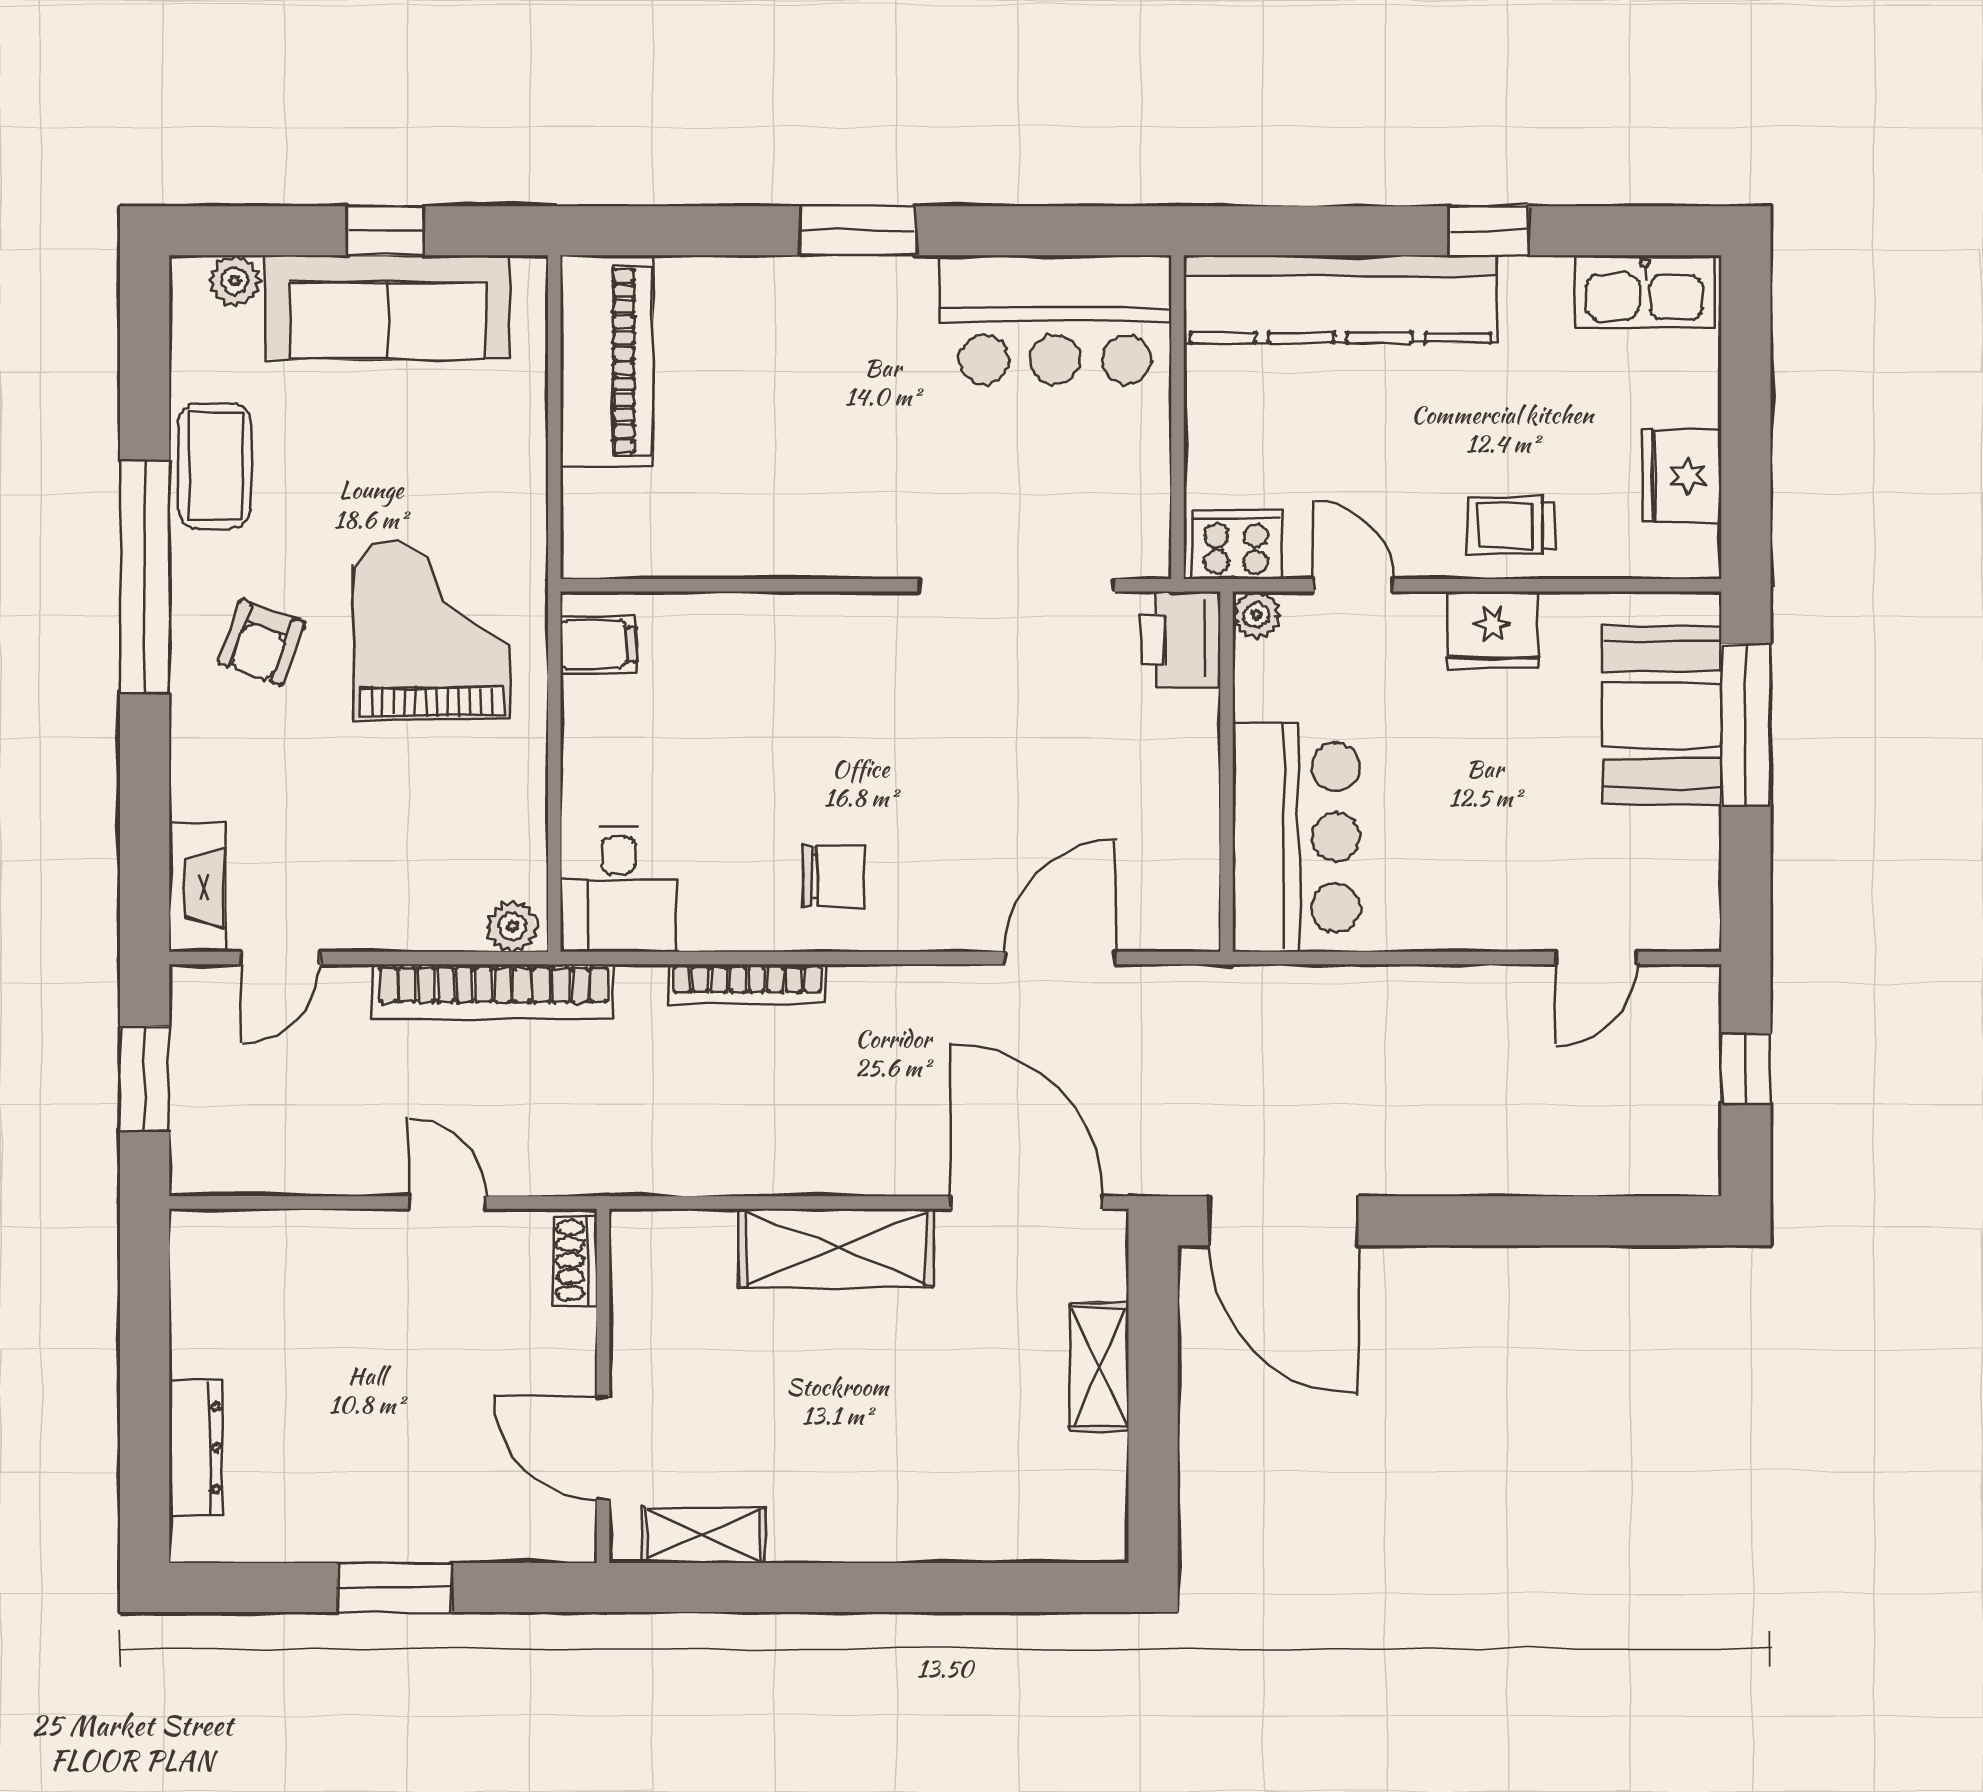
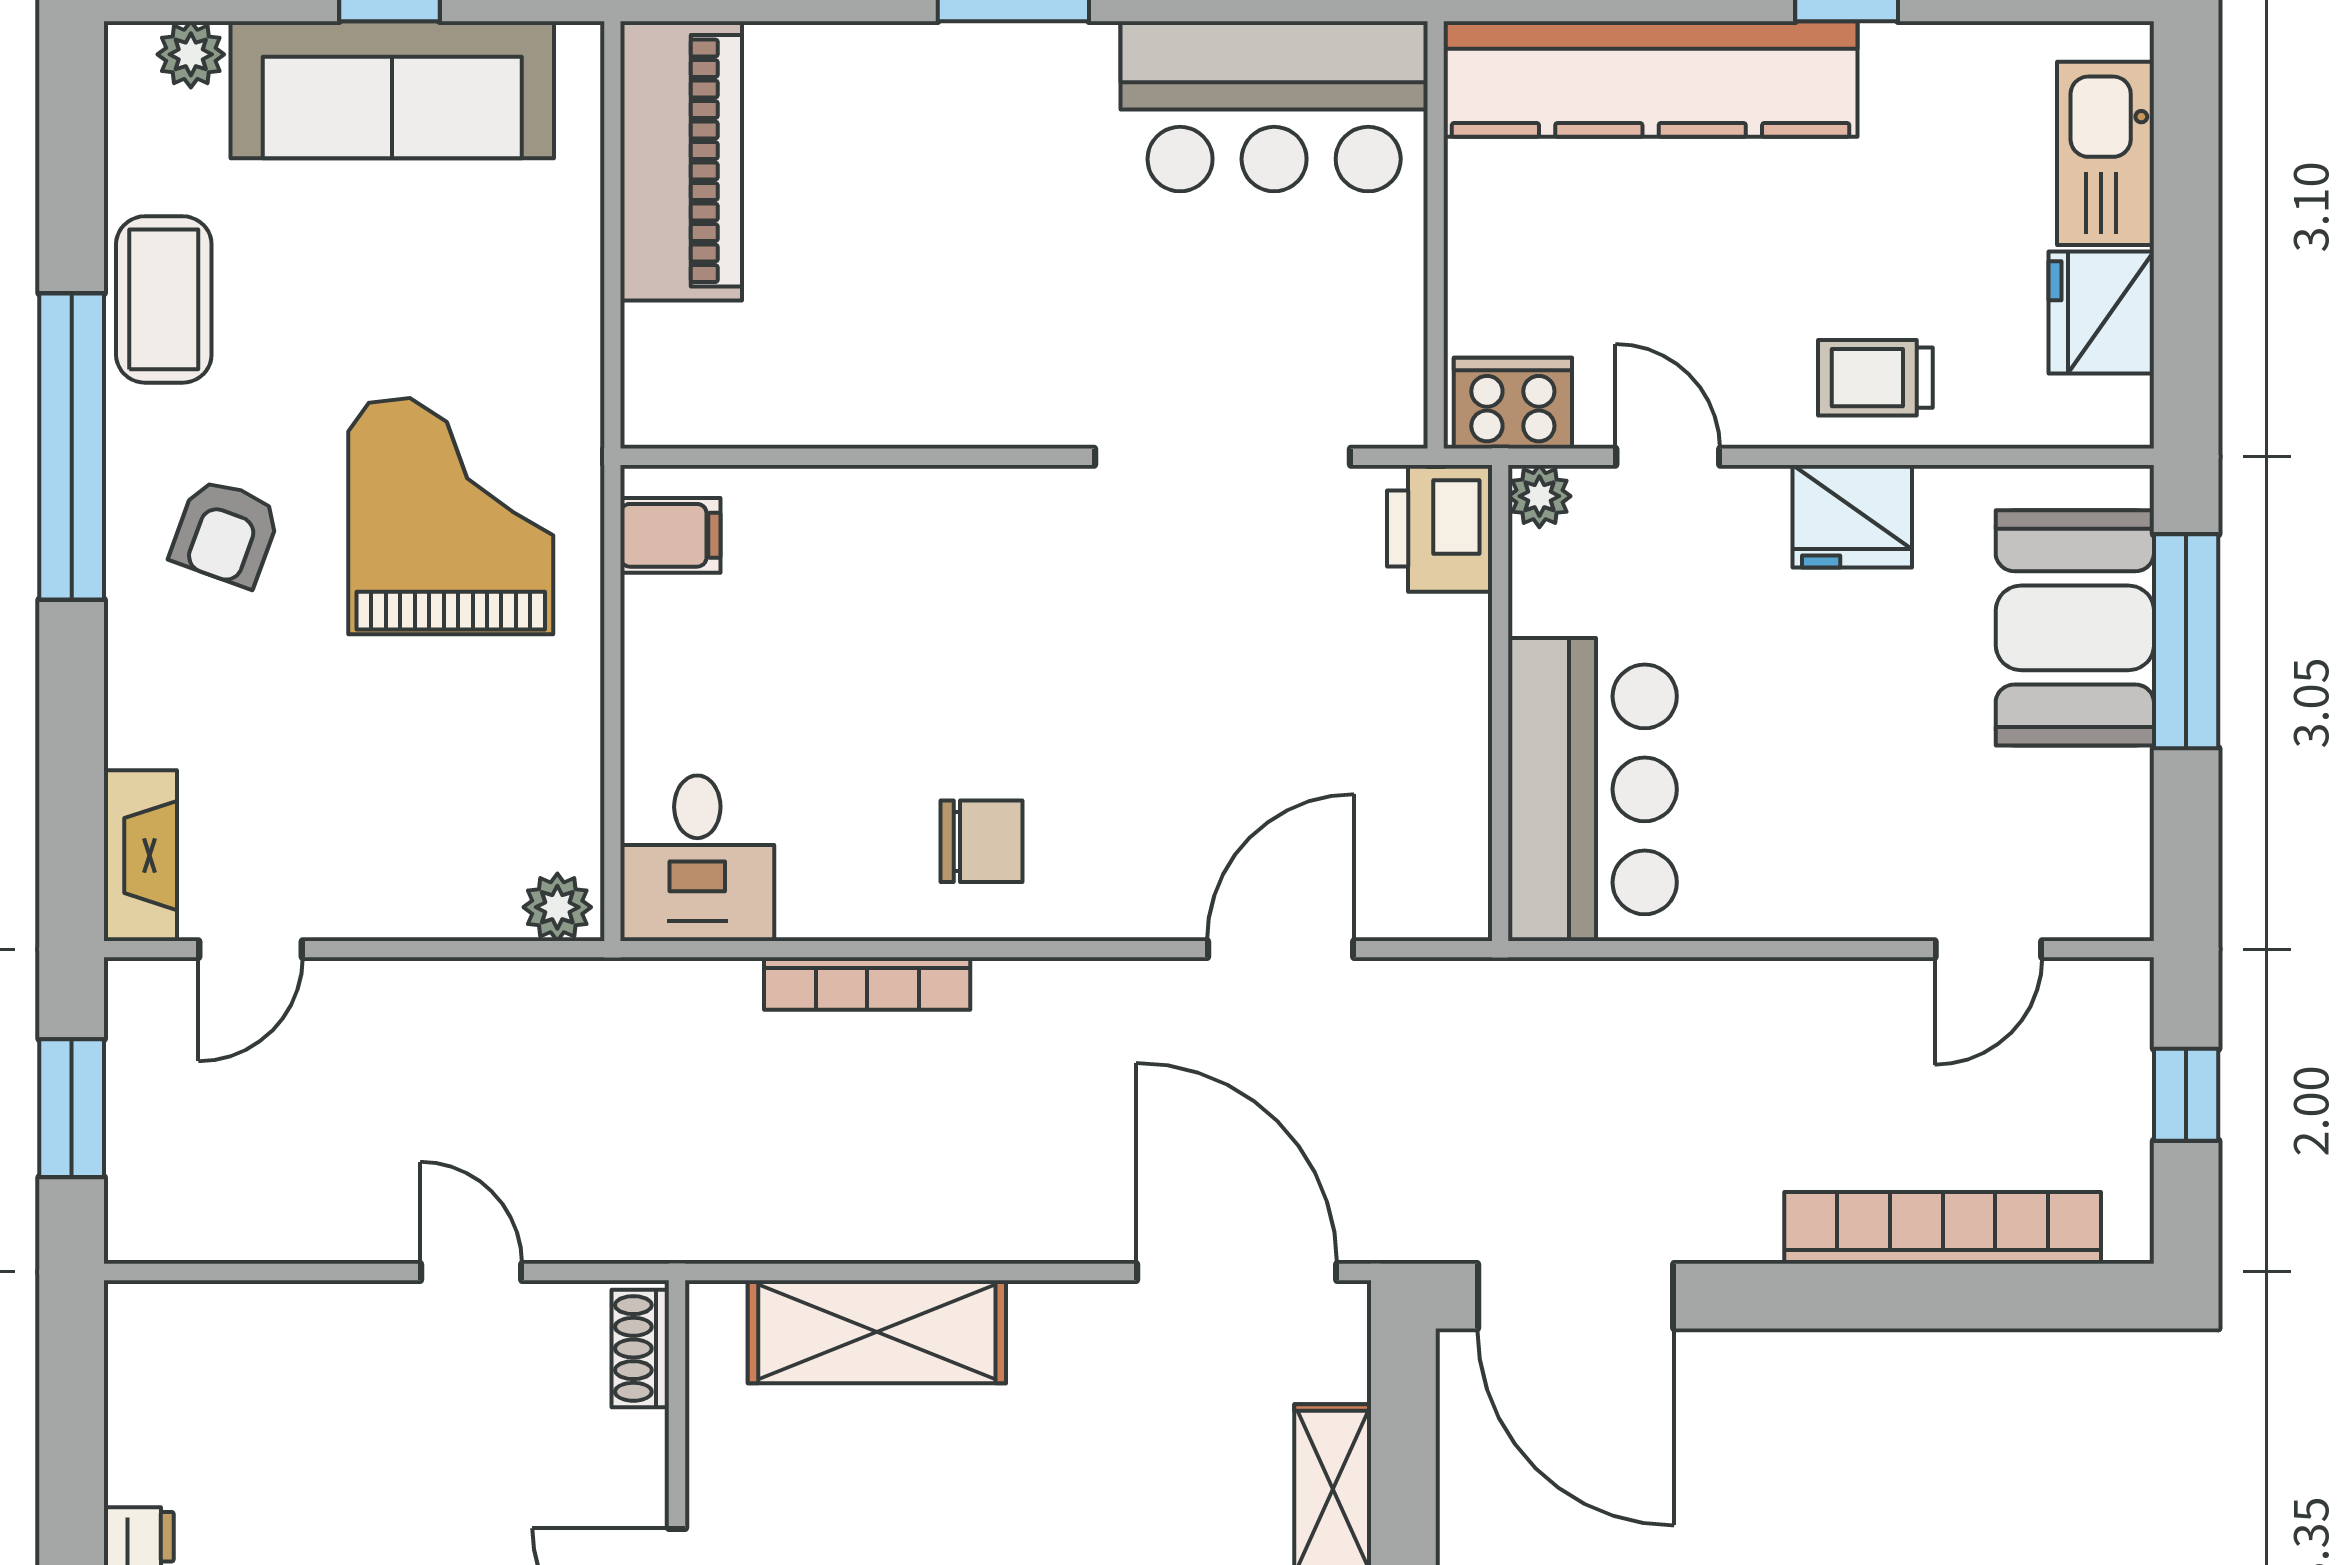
kitchen sink: (1645, 292) -> (2106, 153), moved, turned 90
bookcase: (493, 991) -> (1943, 1228), moved, turned 180
shelving: (836, 1248) -> (877, 1332), moved

